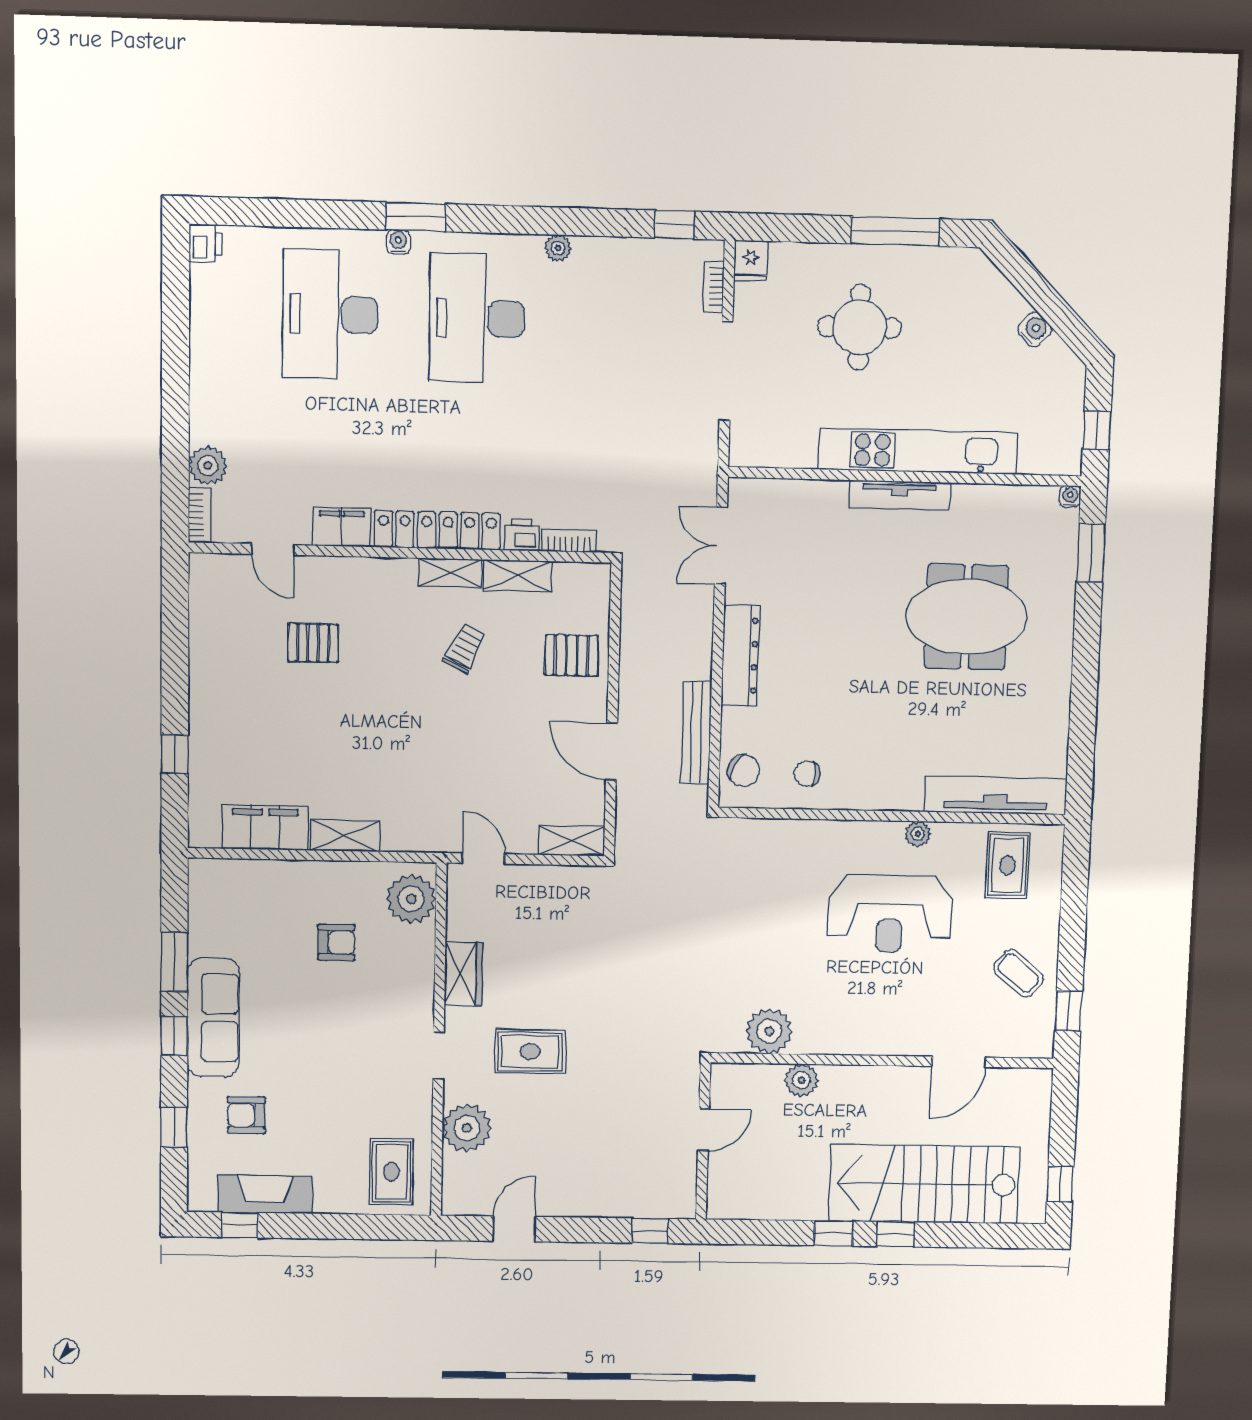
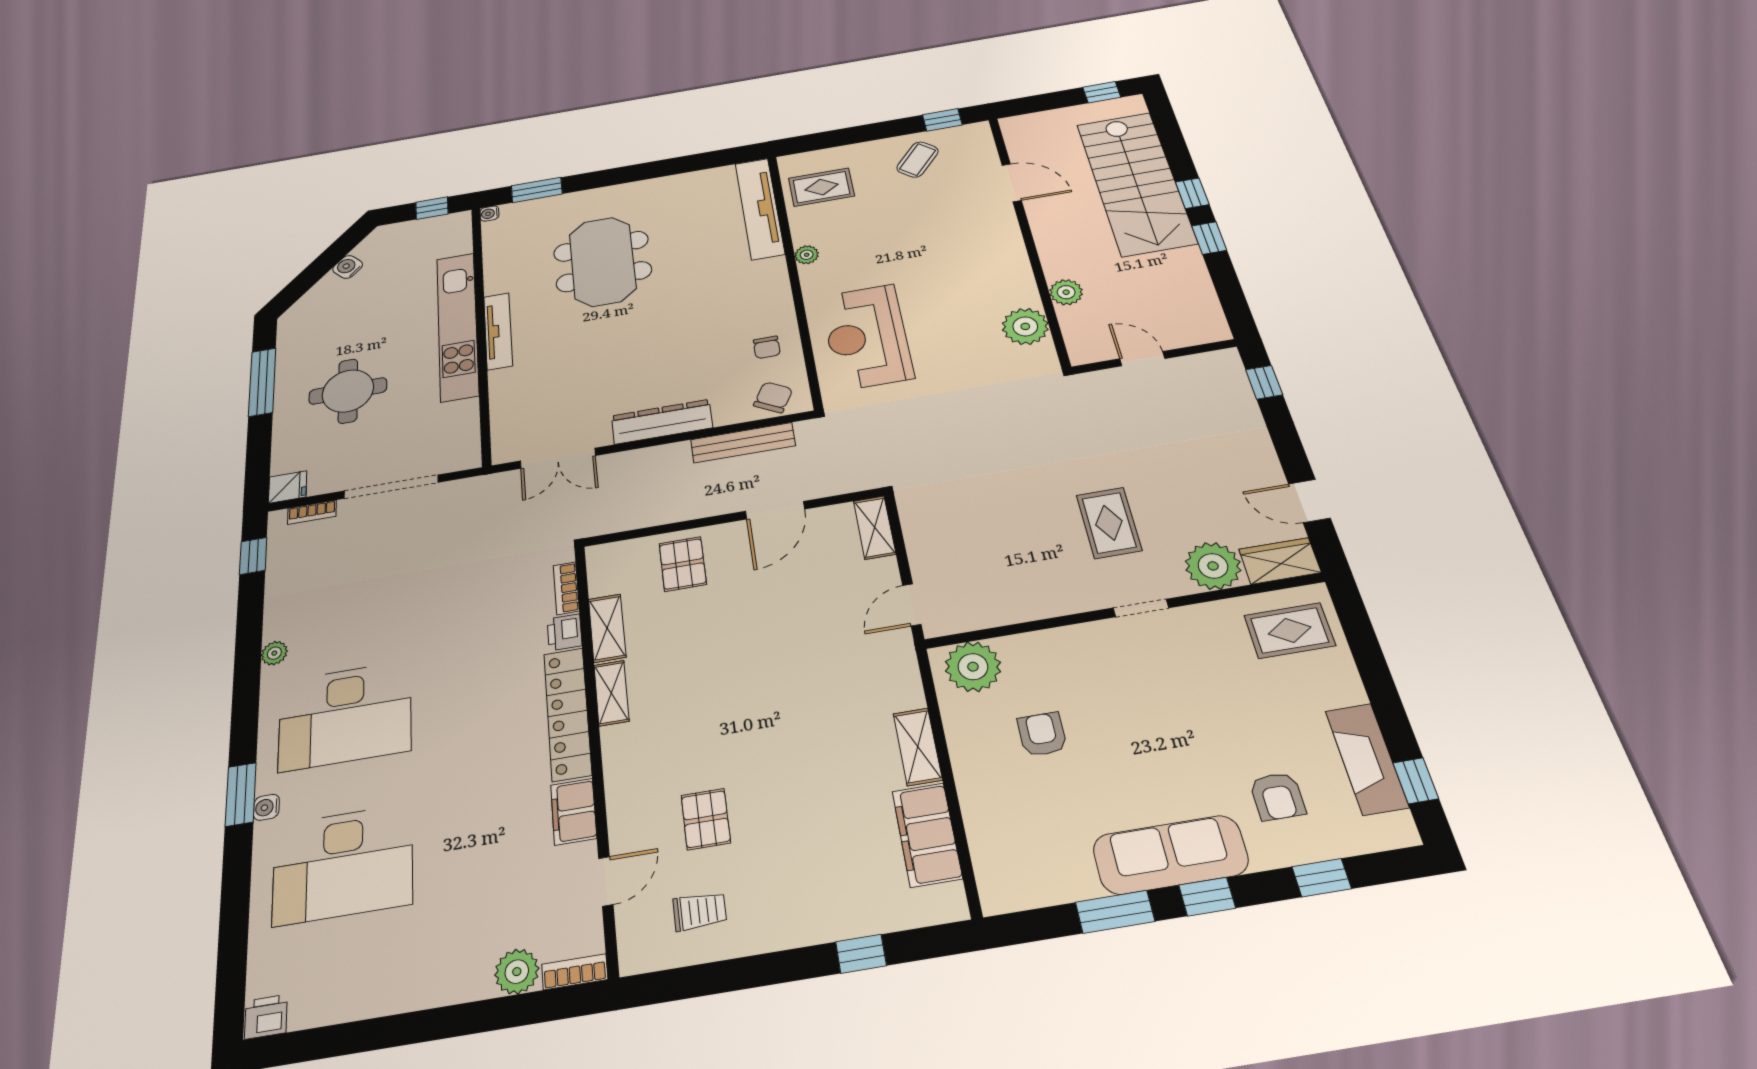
trolley: (464, 648) -> (700, 911), moved, turned 153
reception desk: (890, 914) -> (866, 337), moved, turned 180
wardrobe: (463, 974) -> (1280, 561), moved

